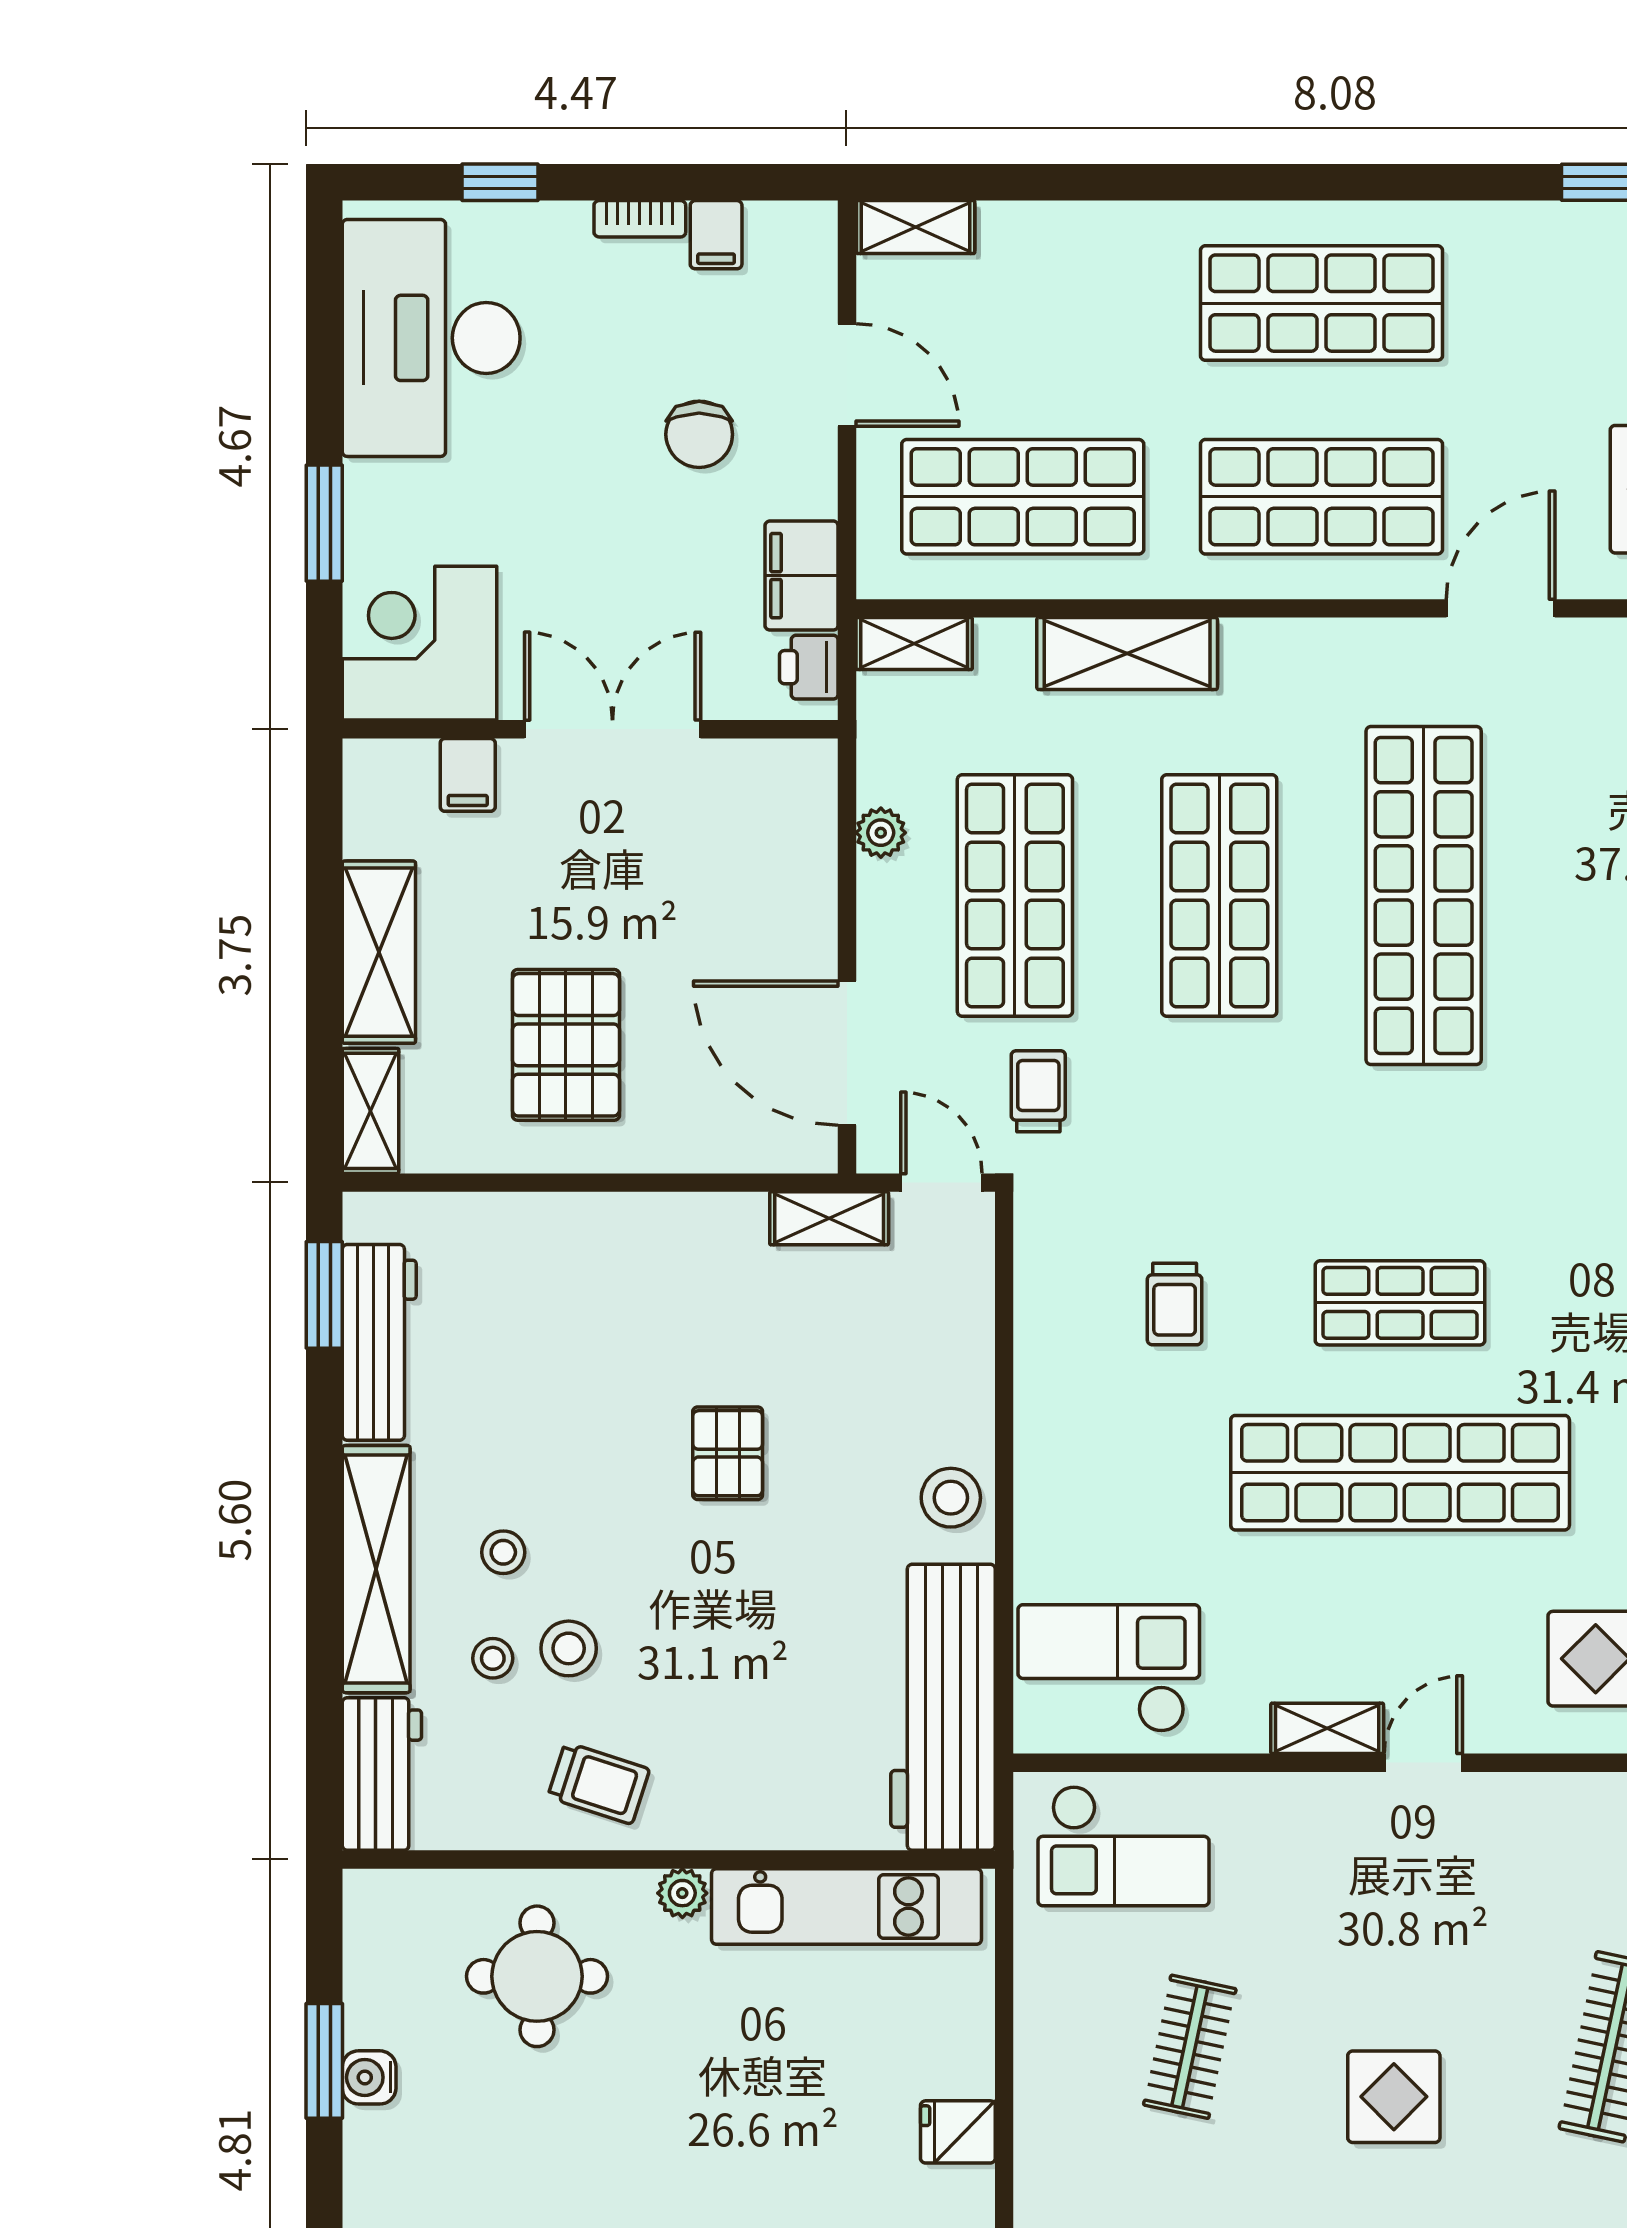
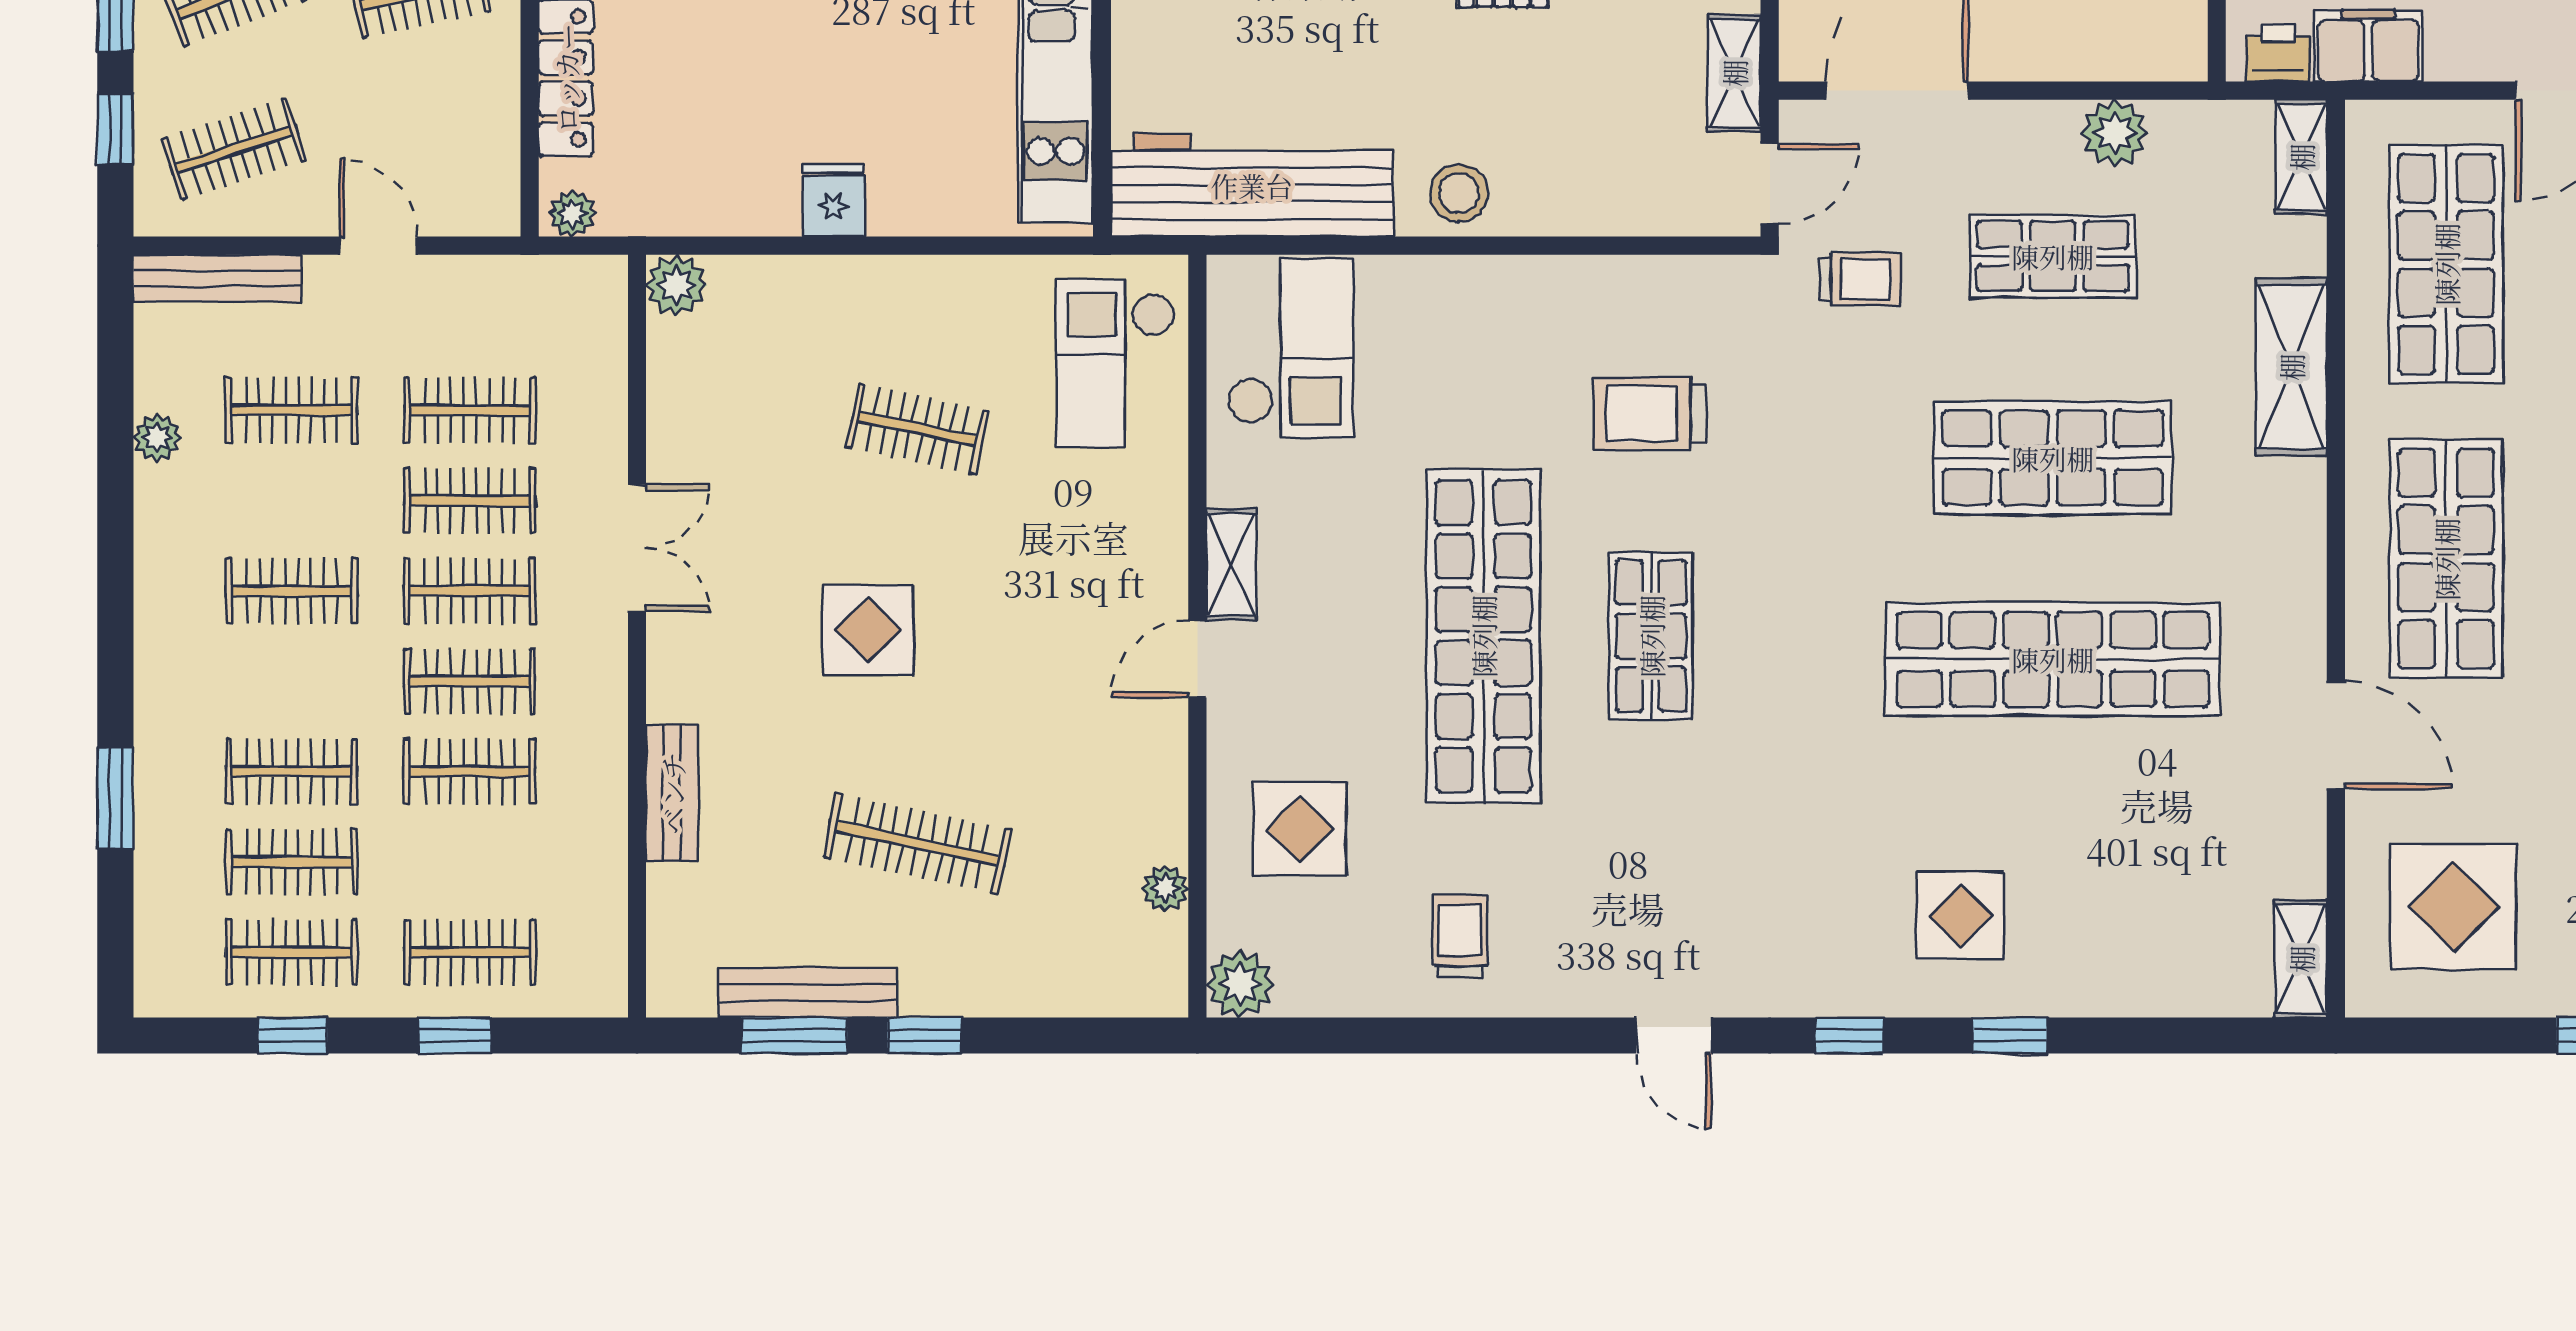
plant: (881, 833) -> (2115, 133), width x1.38, depth x1.38
shop shelf: (1015, 895) -> (2053, 256), width x0.70, depth x0.74
trolley: (1175, 1304) -> (1650, 414), width x1.36, depth x1.39
door: (1423, 1763) -> (1197, 659), swing flipped

